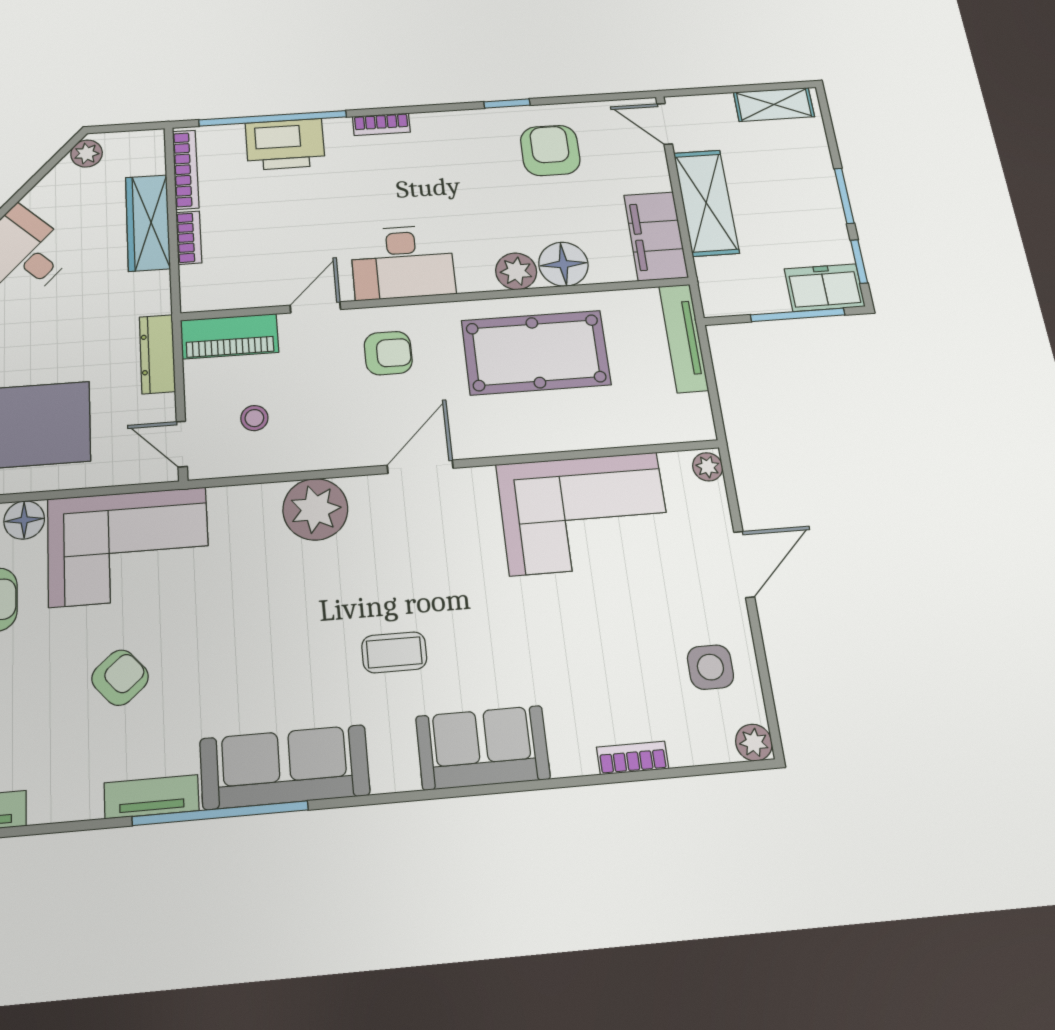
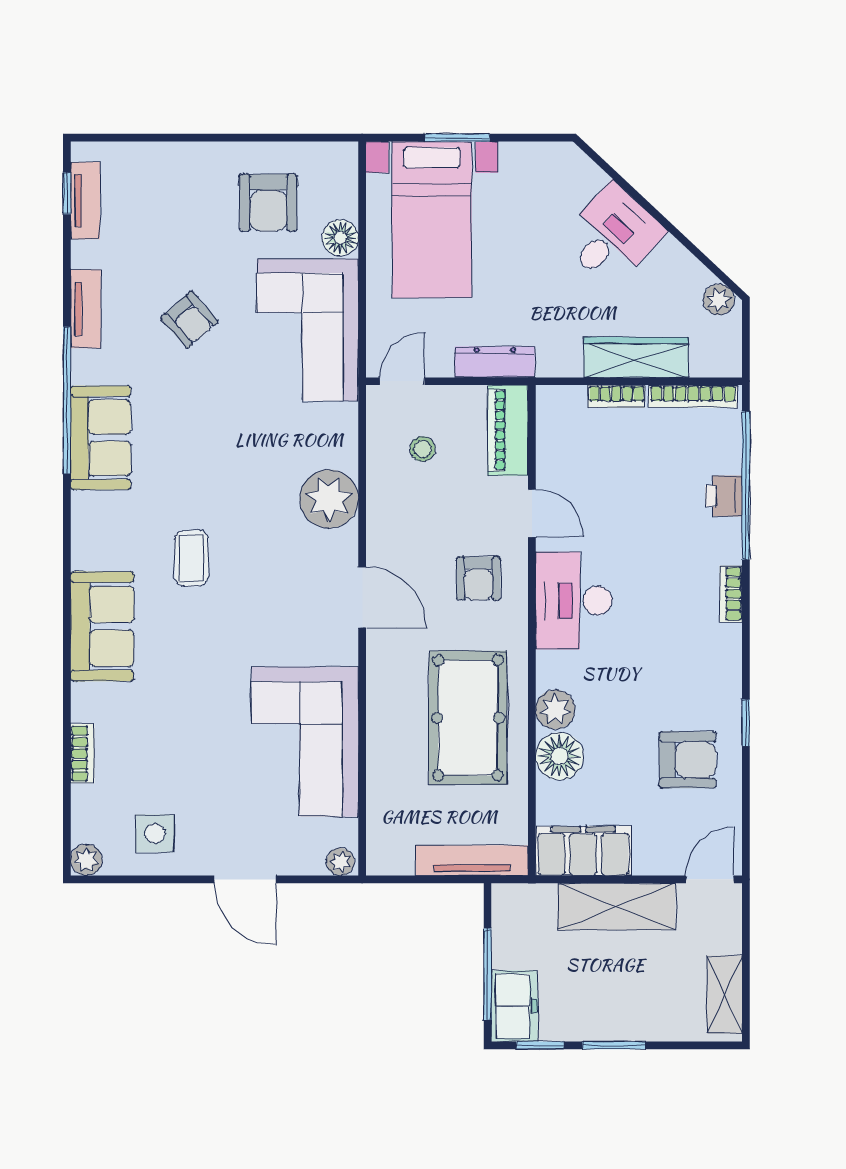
printer: (285, 144) -> (724, 496), width x0.53, depth x0.68
sofa: (285, 767) -> (101, 438), width x0.73
tv unit: (152, 797) -> (86, 309), moved

